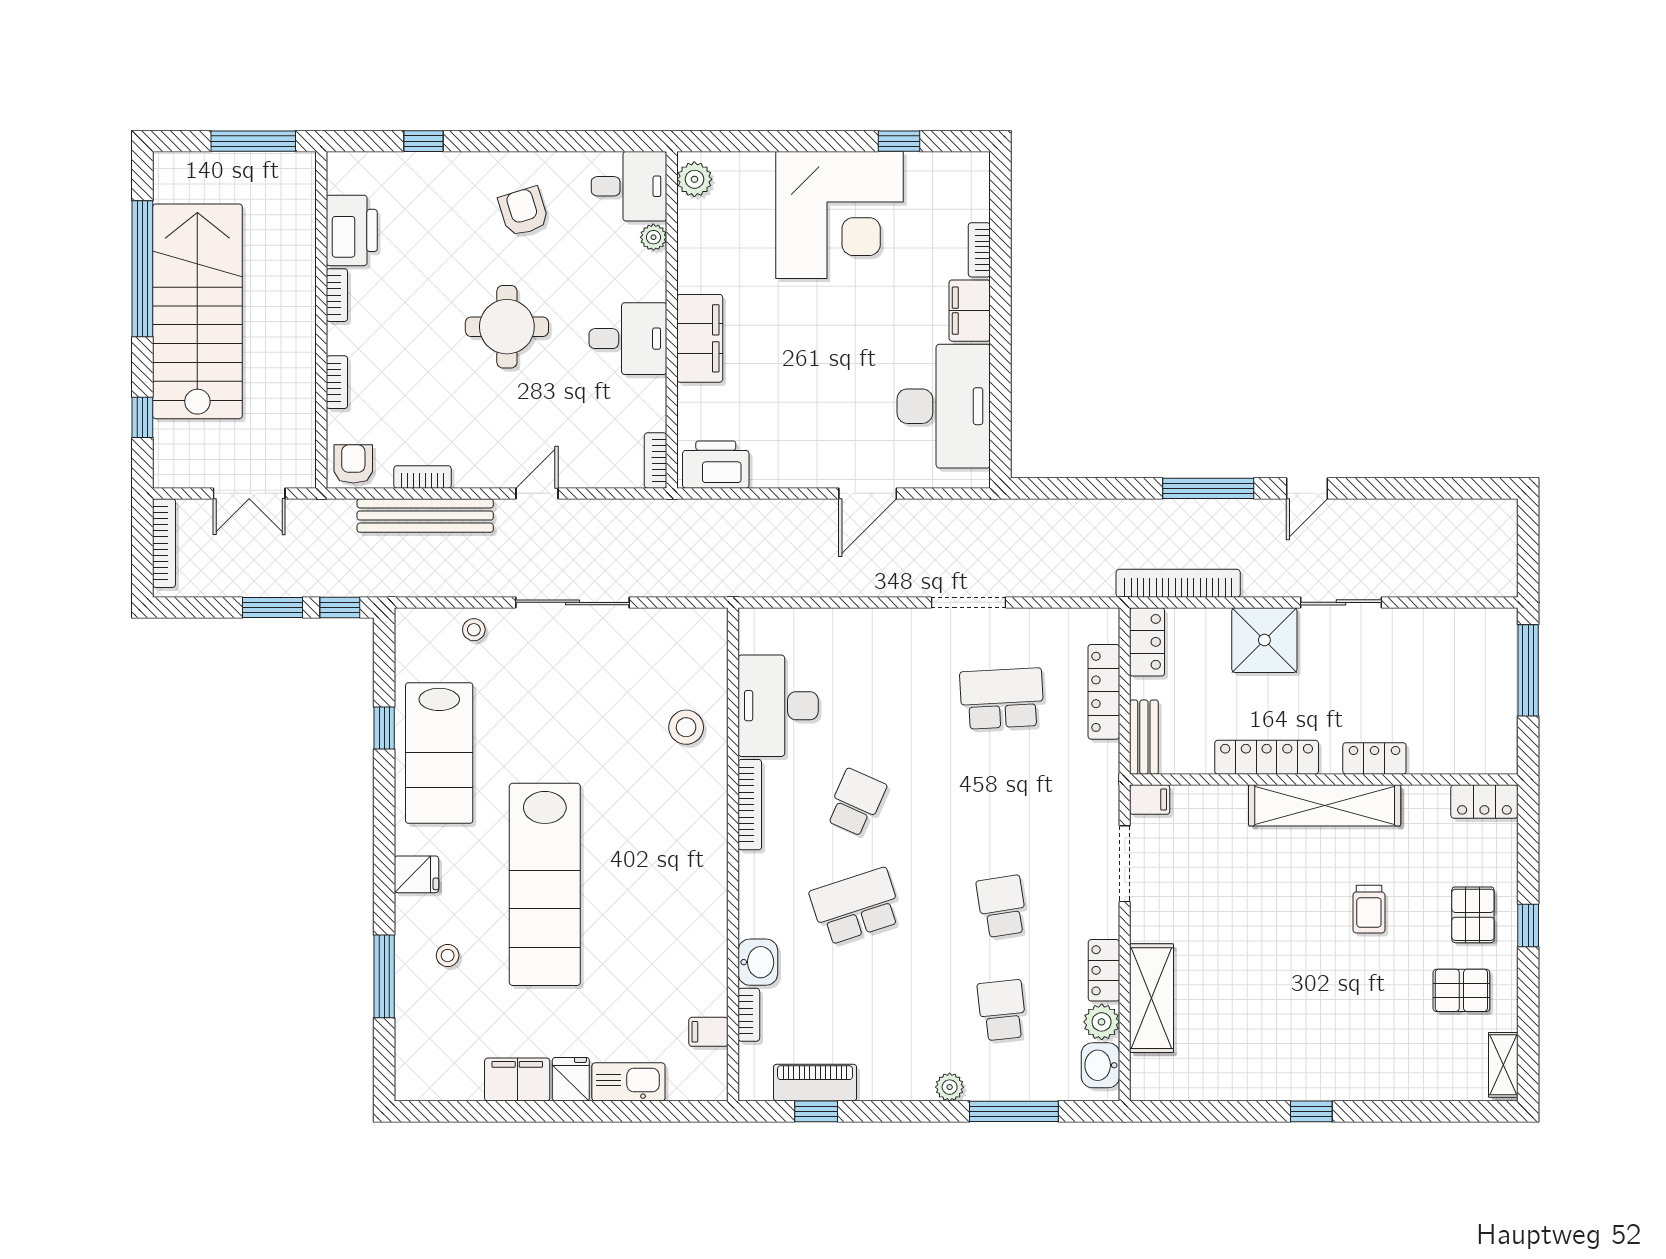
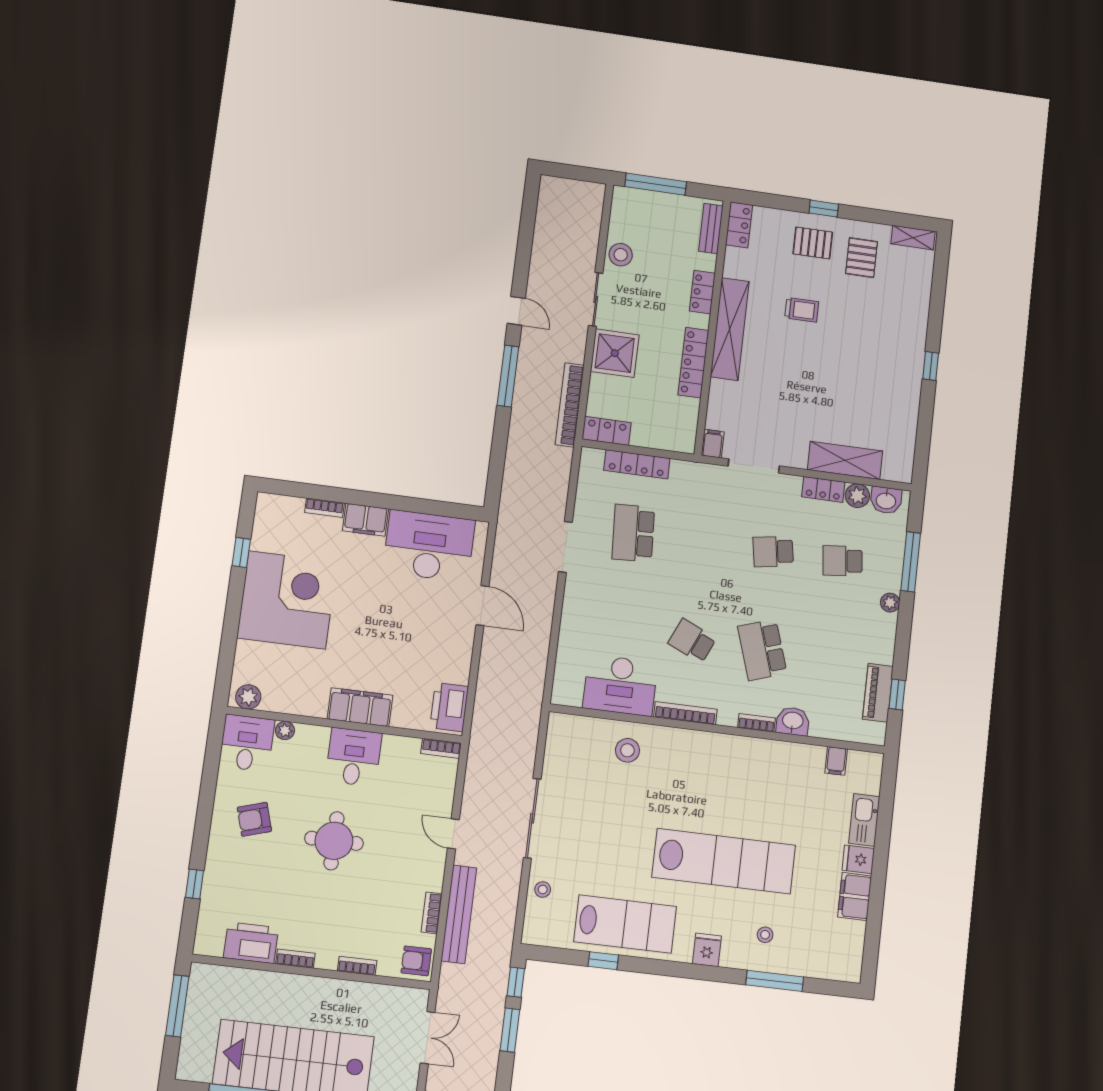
stool: (1413, 631) -> (621, 255), added
bench: (1144, 737) -> (711, 228), moved, turned 90
bookcase: (749, 1015) -> (756, 723), moved

